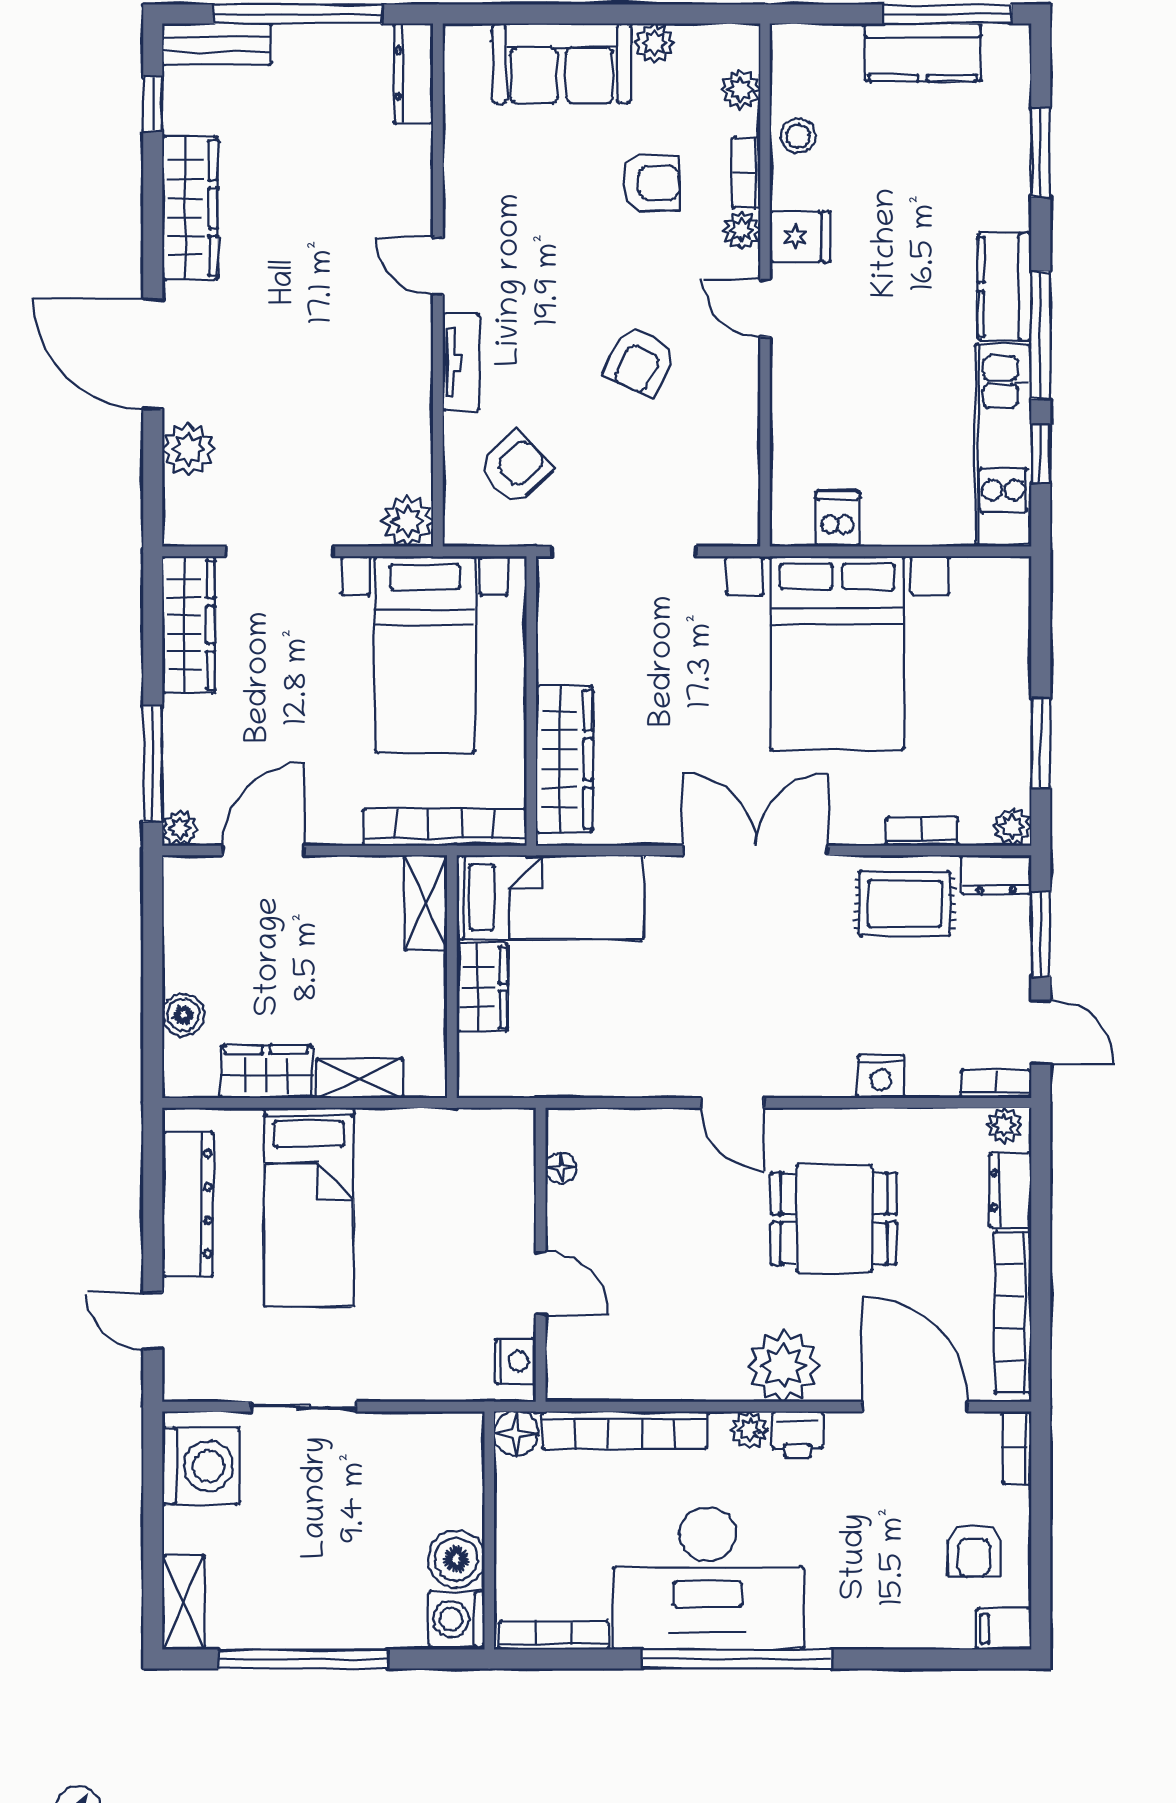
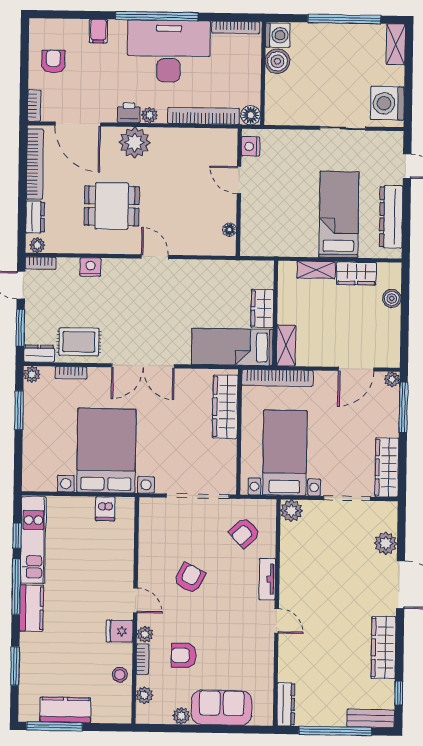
filing cabinet: (1004, 1629) -> (98, 31), moved, turned 90

